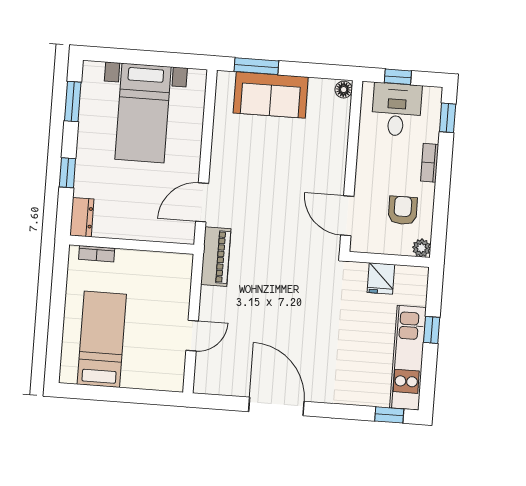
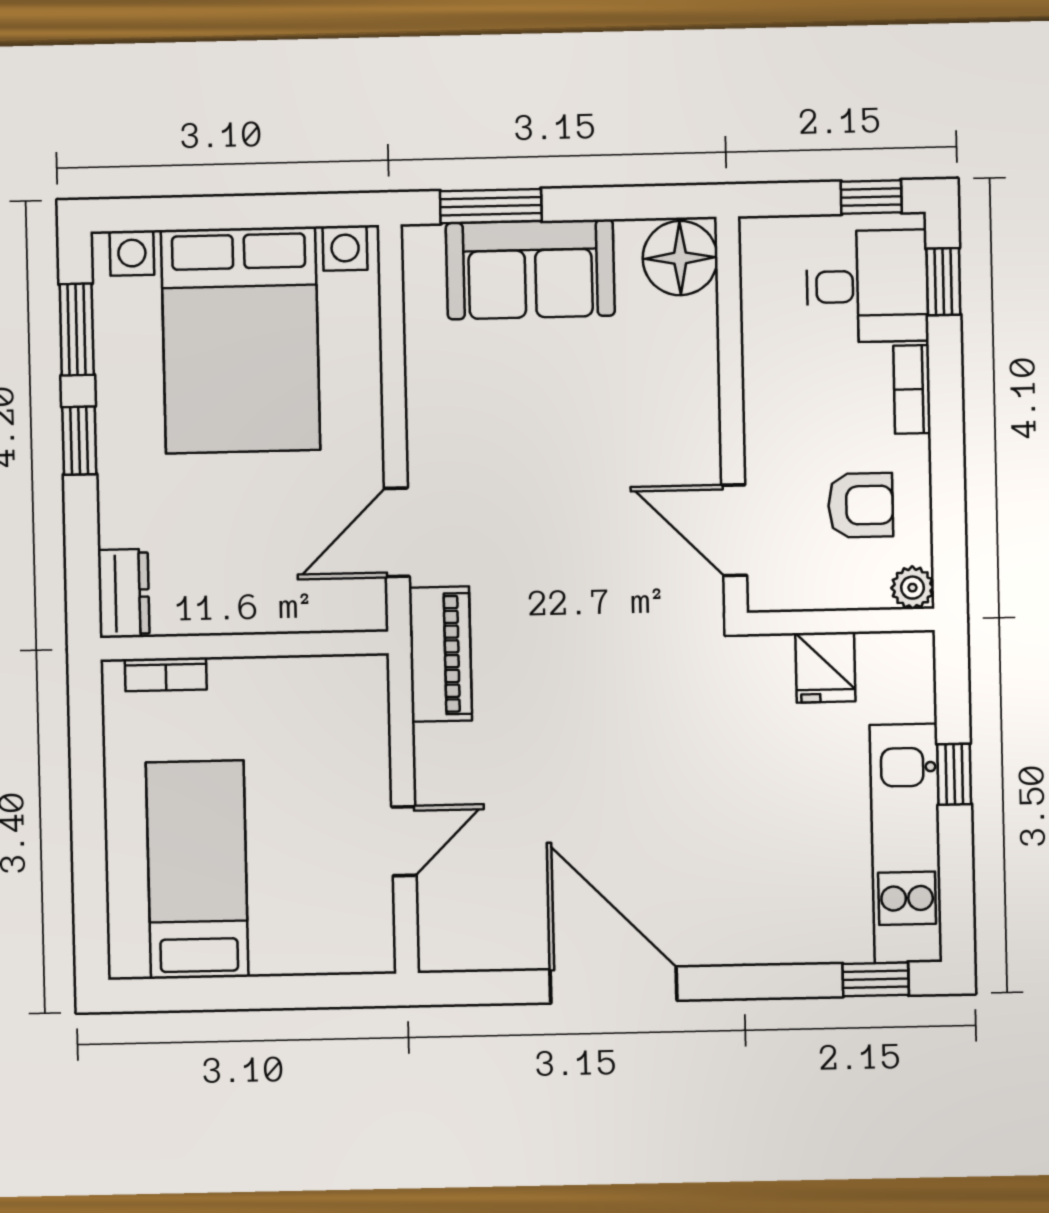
window: (398, 77) -> (871, 197), moved
floor lamp: (344, 90) -> (680, 258), width x1.89, depth x1.89
desk: (397, 110) -> (867, 286), moved, turned 90
bed with nightstands: (143, 113) -> (241, 340), width x1.36
window: (67, 173) -> (79, 441), moved
armchair: (403, 210) -> (861, 505), turned 90

